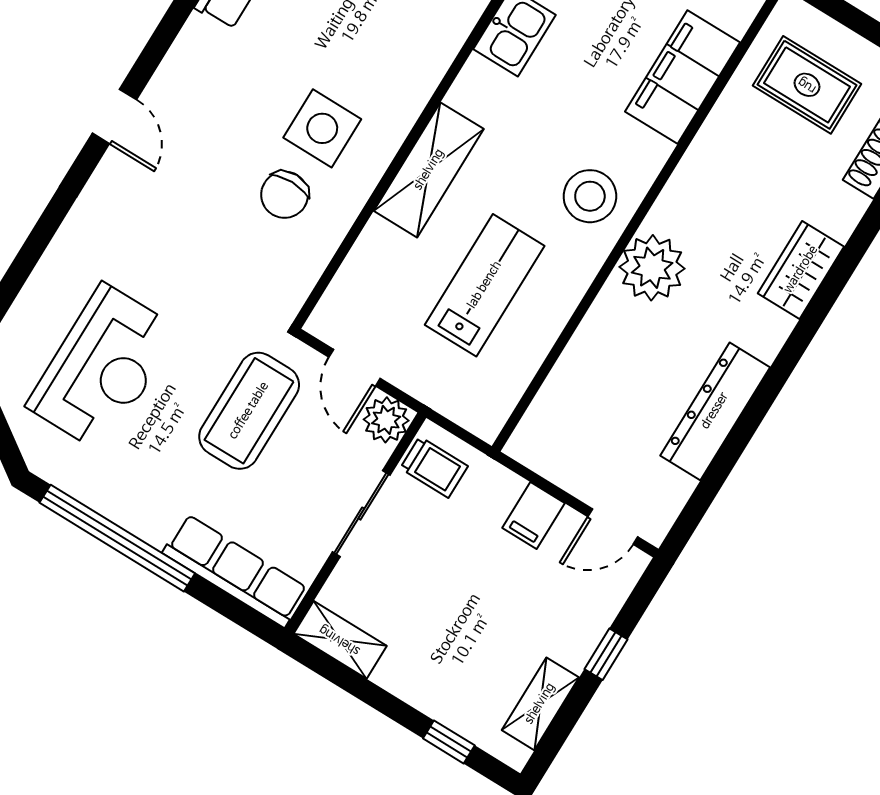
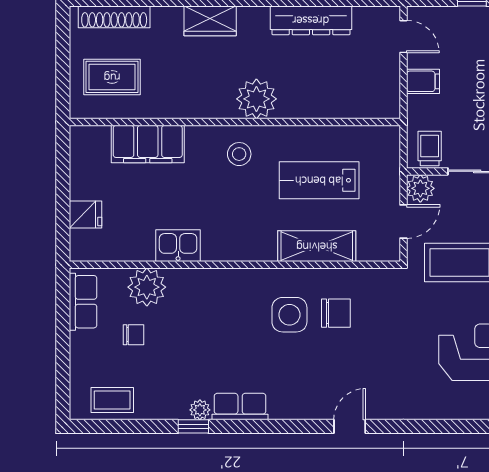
rug: (807, 85) -> (112, 77), turned 90
shelving: (429, 170) -> (317, 246), moved
stool: (590, 196) -> (239, 154), width x0.73, depth x0.73

